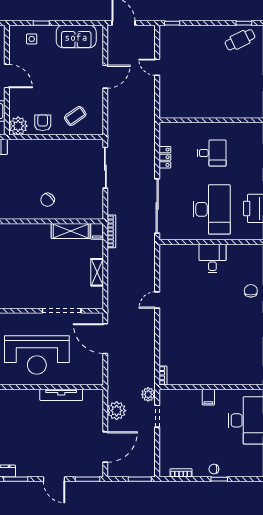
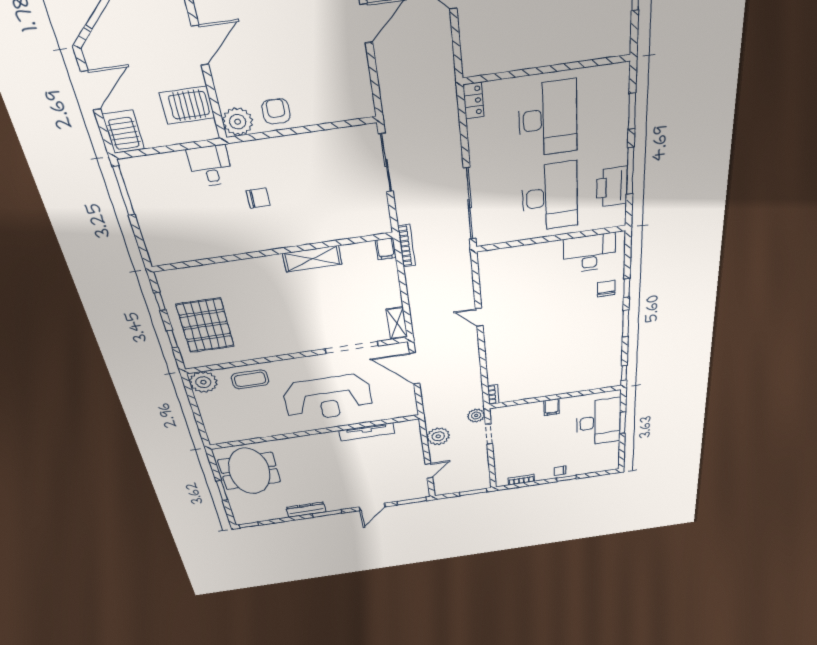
door: (7, 76) -> (200, 45), hinge flipped
coffee table: (75, 116) -> (327, 94), removed
desk: (212, 153) -> (548, 119), width x1.87, depth x1.30
locker: (165, 157) -> (473, 101), moved
chair: (48, 200) -> (258, 198), moved, turned -132
shelving: (71, 231) -> (312, 259), moved
desk: (212, 258) -> (589, 253), moved, width x1.37
shelving: (97, 272) -> (397, 323), moved
door: (157, 300) -> (479, 317), hinge flipped
door: (105, 447) -> (429, 471), width x0.53
door: (54, 479) -> (372, 507), hinge flipped

